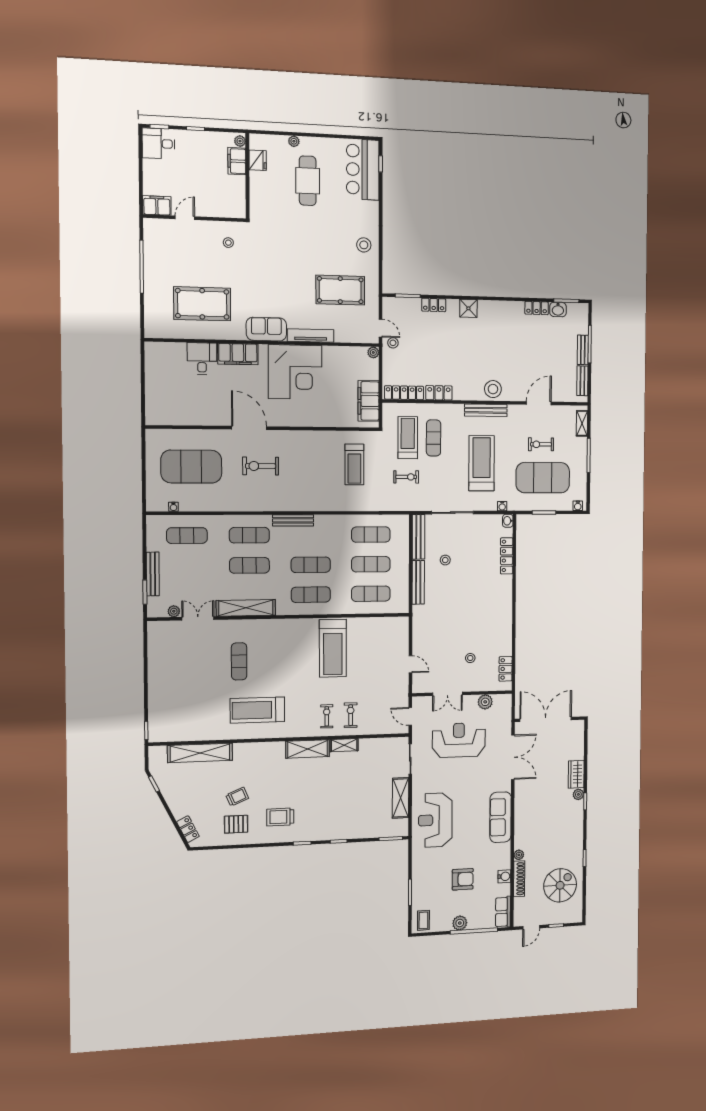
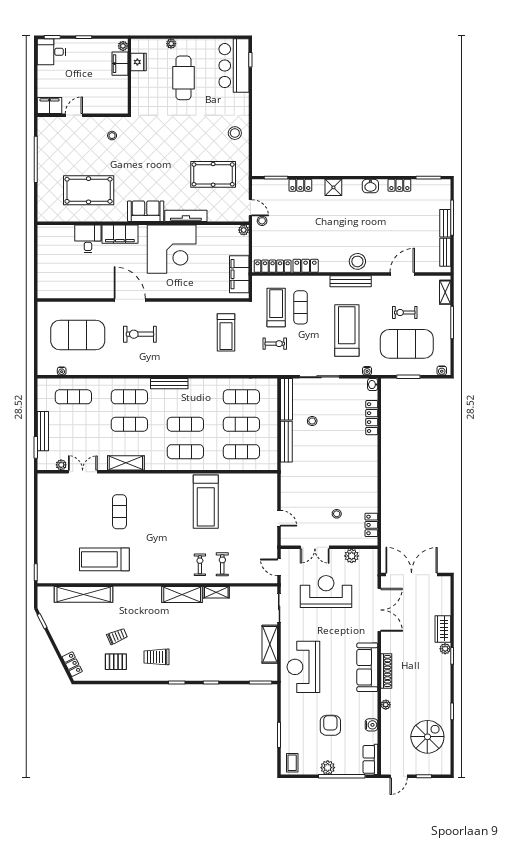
washbasin: (558, 309) -> (370, 186), moved
shelving: (246, 608) -> (126, 463), width x0.68
treadmill: (257, 710) -> (104, 559), moved
armchair: (463, 879) -> (330, 725), turned -90
shoe rack: (519, 879) -> (386, 671), moved

